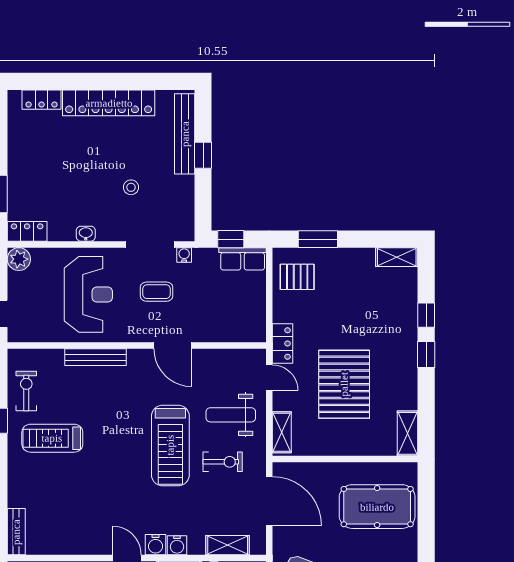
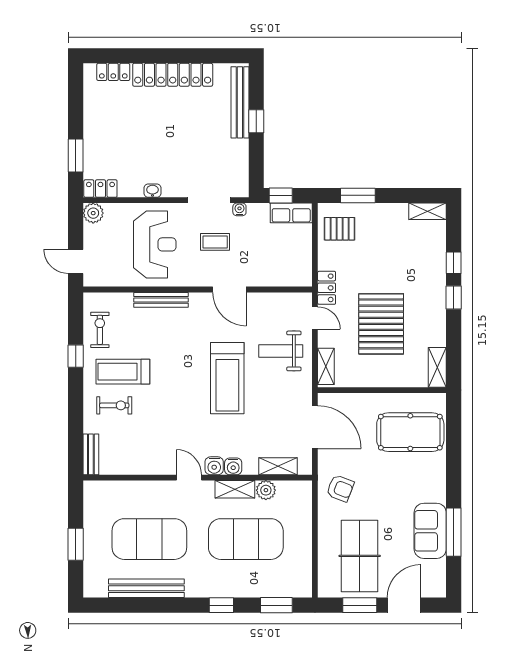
stool: (131, 187) -> (192, 150), removed
exercise bike: (223, 462) -> (114, 405), moved

